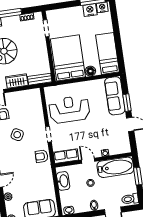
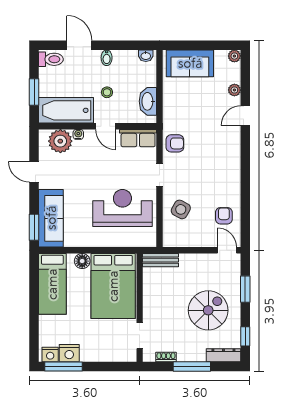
wardrobe: (17, 81) -> (195, 262), removed
window: (127, 103) -> (34, 227), moved
reception desk: (69, 109) -> (122, 208), turned 180
side table: (17, 135) -> (181, 209), moved
plant: (116, 147) -> (60, 141), added

